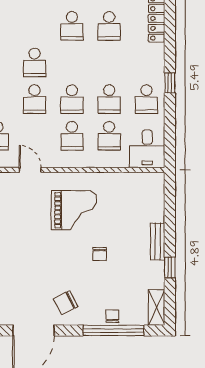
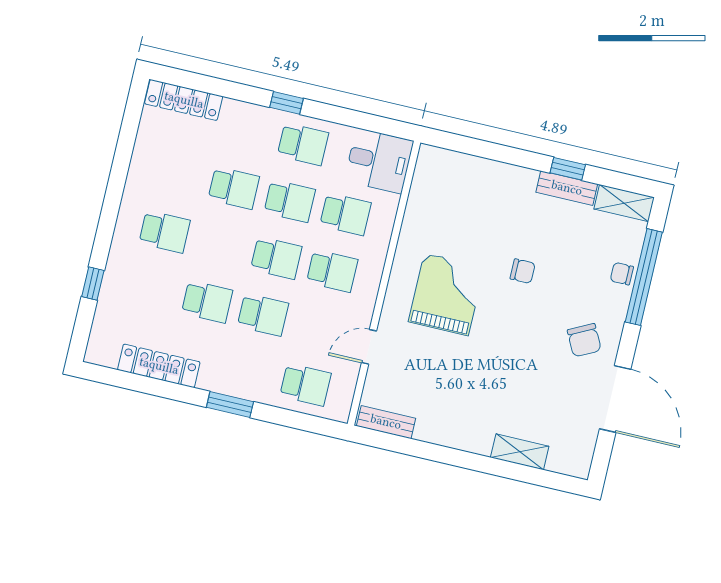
school desk: (109, 26) -> (234, 188), moved
bench: (158, 242) -> (567, 188), moved

